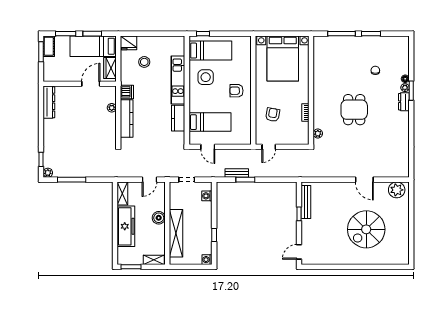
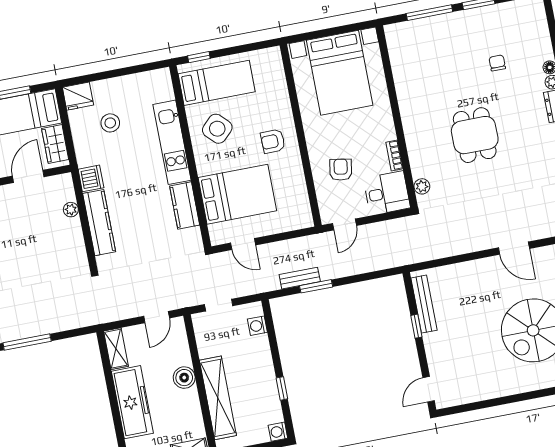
side table: (206, 77) -> (217, 129), turned 45
bed: (210, 122) -> (237, 194), width x1.50
desk: (297, 133) -> (387, 193), added

